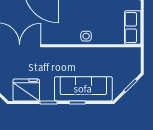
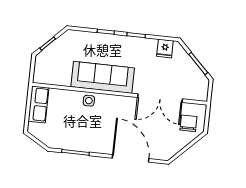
sofa: (83, 89) -> (103, 77), moved, turned 180
fridge: (26, 90) -> (165, 49), width x0.53, depth x0.75

